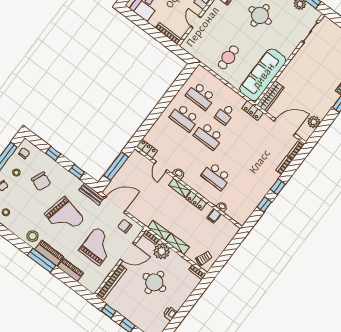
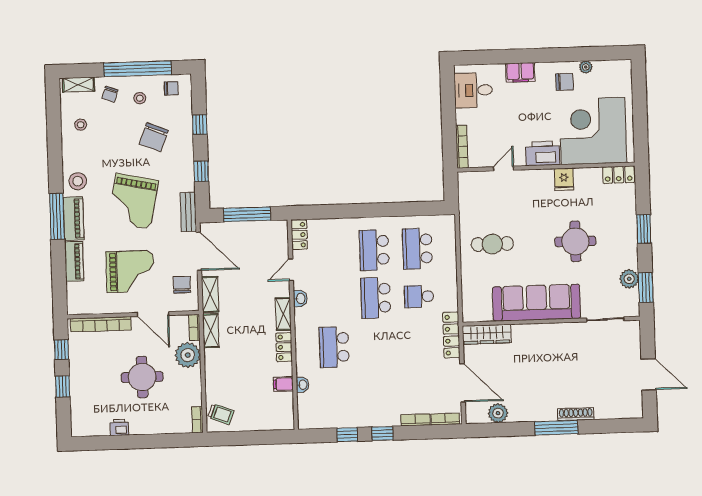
sofa: (263, 75) -> (536, 303), moved
locker: (253, 111) -> (451, 335), width x1.53
shelving: (177, 244) -> (210, 294), moved

